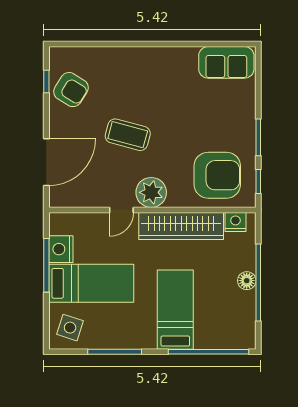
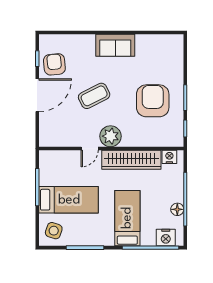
sofa: (226, 62) -> (115, 45), moved
armchair: (71, 90) -> (54, 64), turned -128
coffee table: (128, 135) -> (94, 96), turned -42
door: (46, 162) -> (37, 95), moved
armchair: (217, 175) -> (153, 101), moved, turned -90
nightstand: (61, 249) -> (166, 238), moved, turned -90
floor lamp: (247, 281) -> (177, 209), moved

